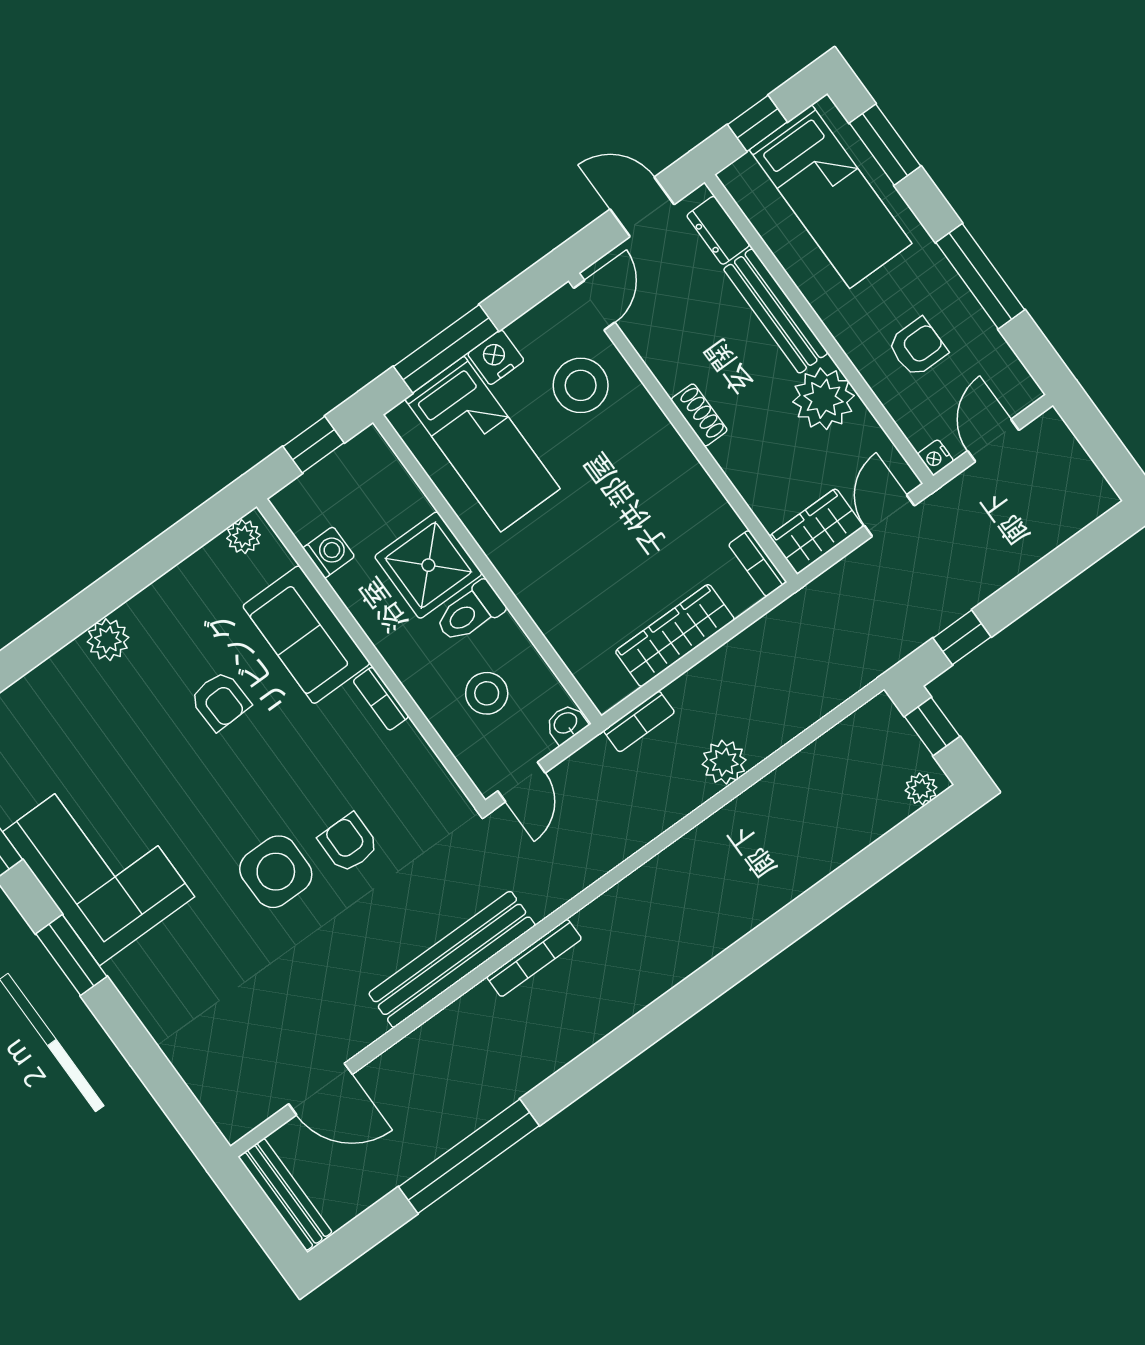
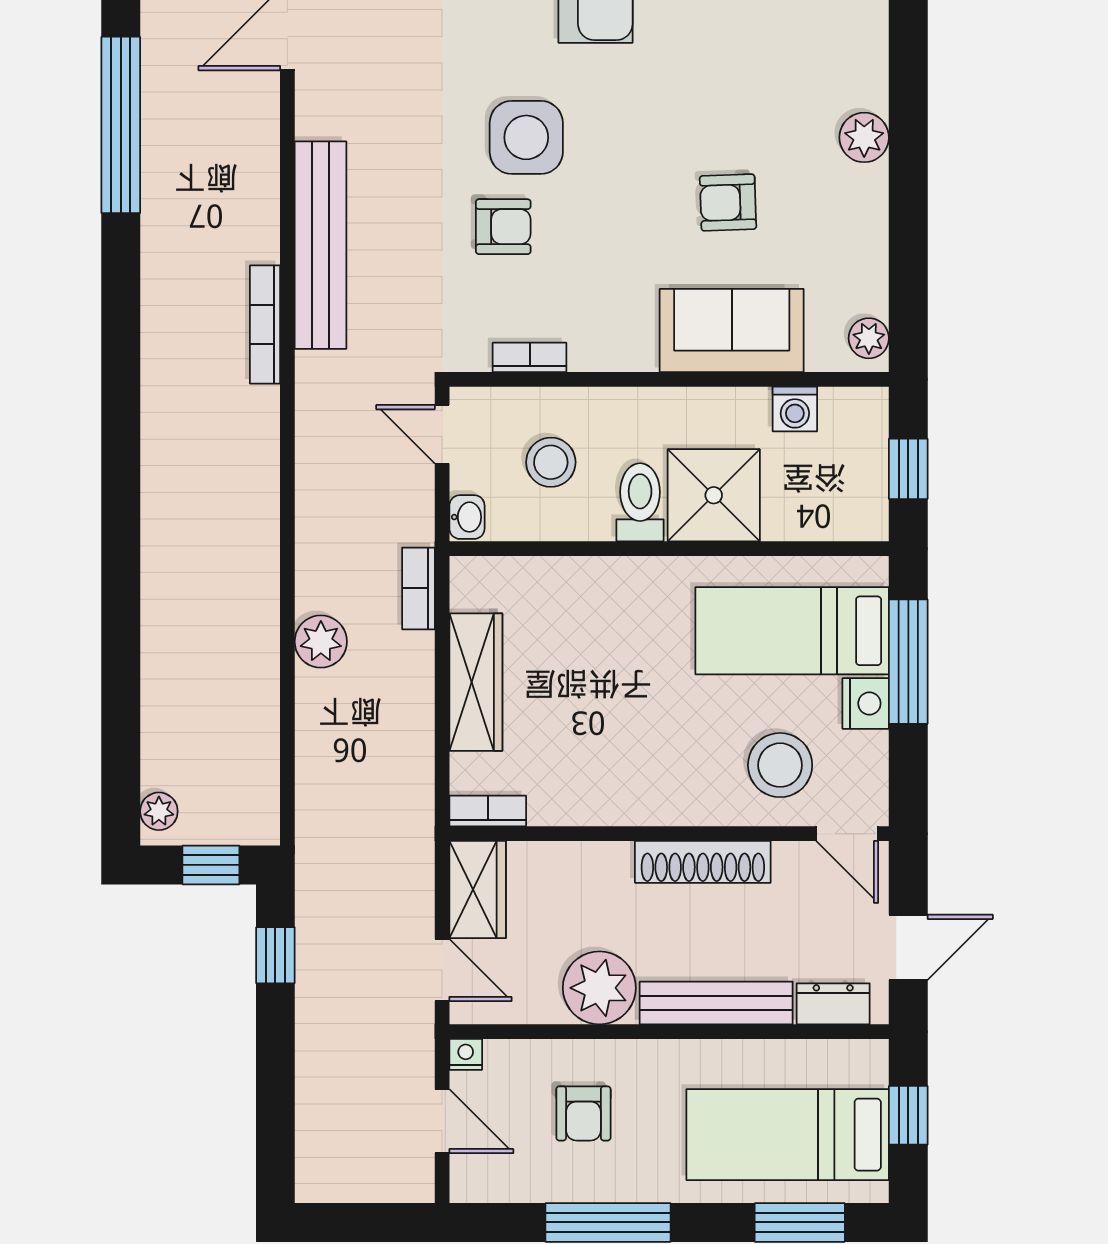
shoe rack: (699, 415) -> (703, 862), width x1.94, depth x1.24
bookcase: (381, 699) -> (530, 357), moved

